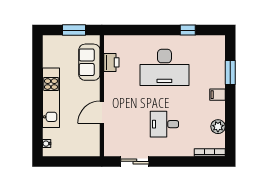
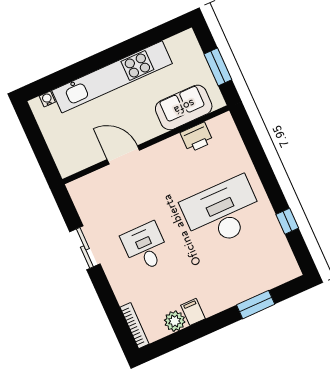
desk: (164, 67) -> (222, 212), turned 90
filing cabinet: (217, 95) -> (193, 312), moved
kitchen unit: (51, 98) -> (112, 77), width x1.36
sliding door: (135, 161) -> (85, 248), moved

